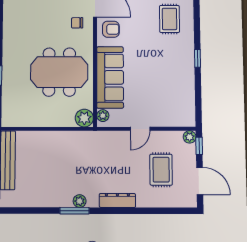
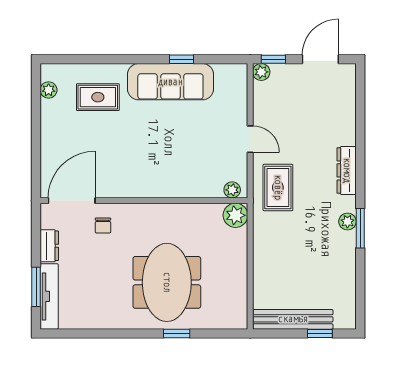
armchair: (111, 29) -> (112, 179), removed
window: (197, 58) -> (181, 59), moved
meeting table: (59, 72) -> (167, 282), moved
sofa: (110, 77) -> (170, 82), moved, turned 180
rug: (161, 170) -> (278, 187), moved, turned 90

